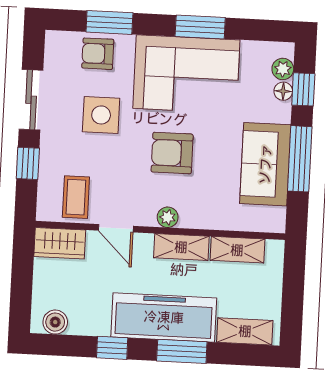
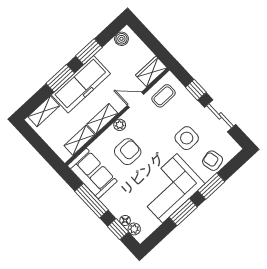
window: (109, 22) -> (211, 186), moved
armchair: (98, 54) -> (213, 161), turned -103
armchair: (172, 153) -> (128, 152), moved
sofa: (265, 164) -> (92, 173), moved
coffee table: (76, 197) -> (163, 96), turned 90
window: (112, 348) -> (89, 52), width x1.50

